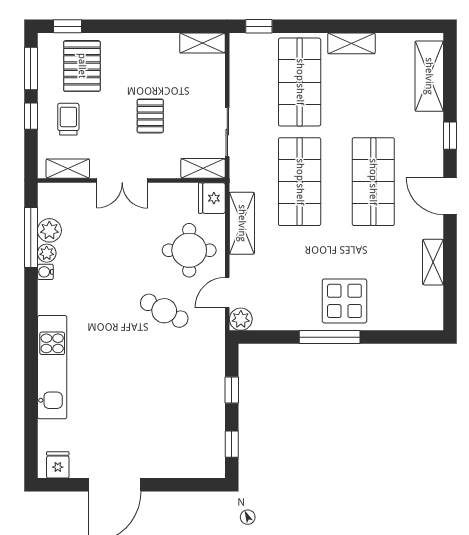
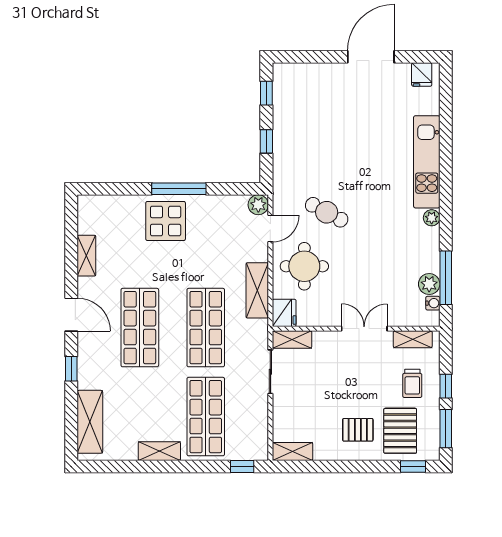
pallet: (150, 116) -> (358, 430), moved, turned 90
plant: (47, 253) -> (432, 218), moved
water cooler: (45, 272) -> (433, 303), moved

